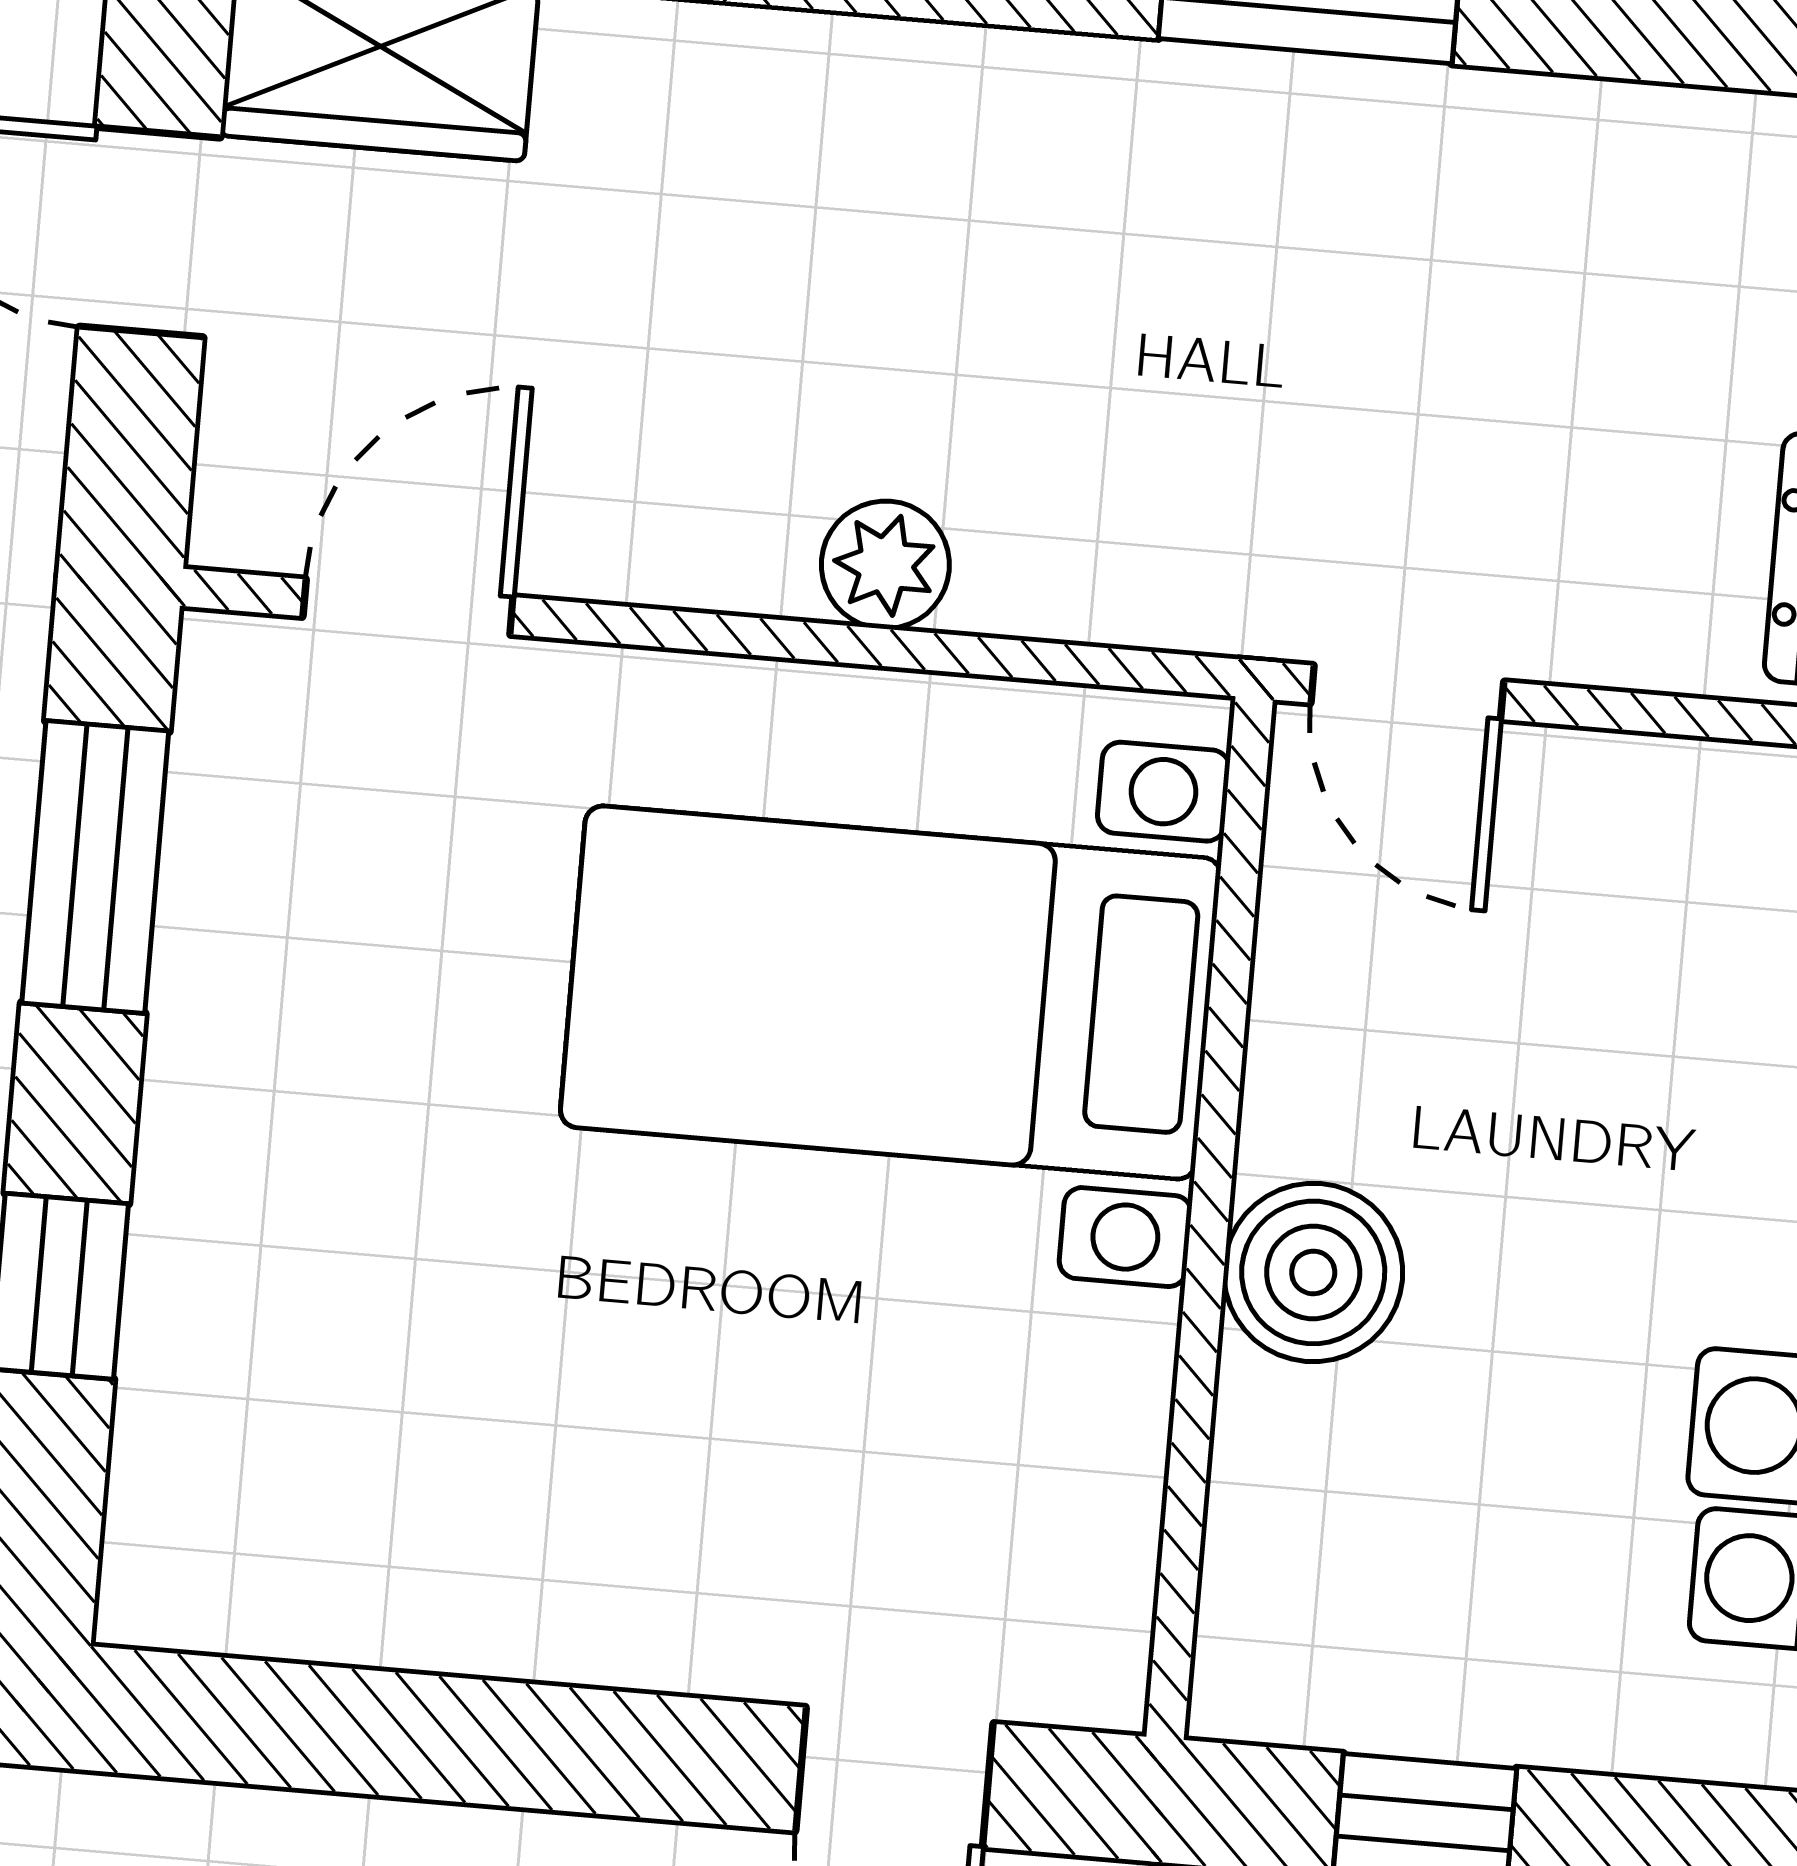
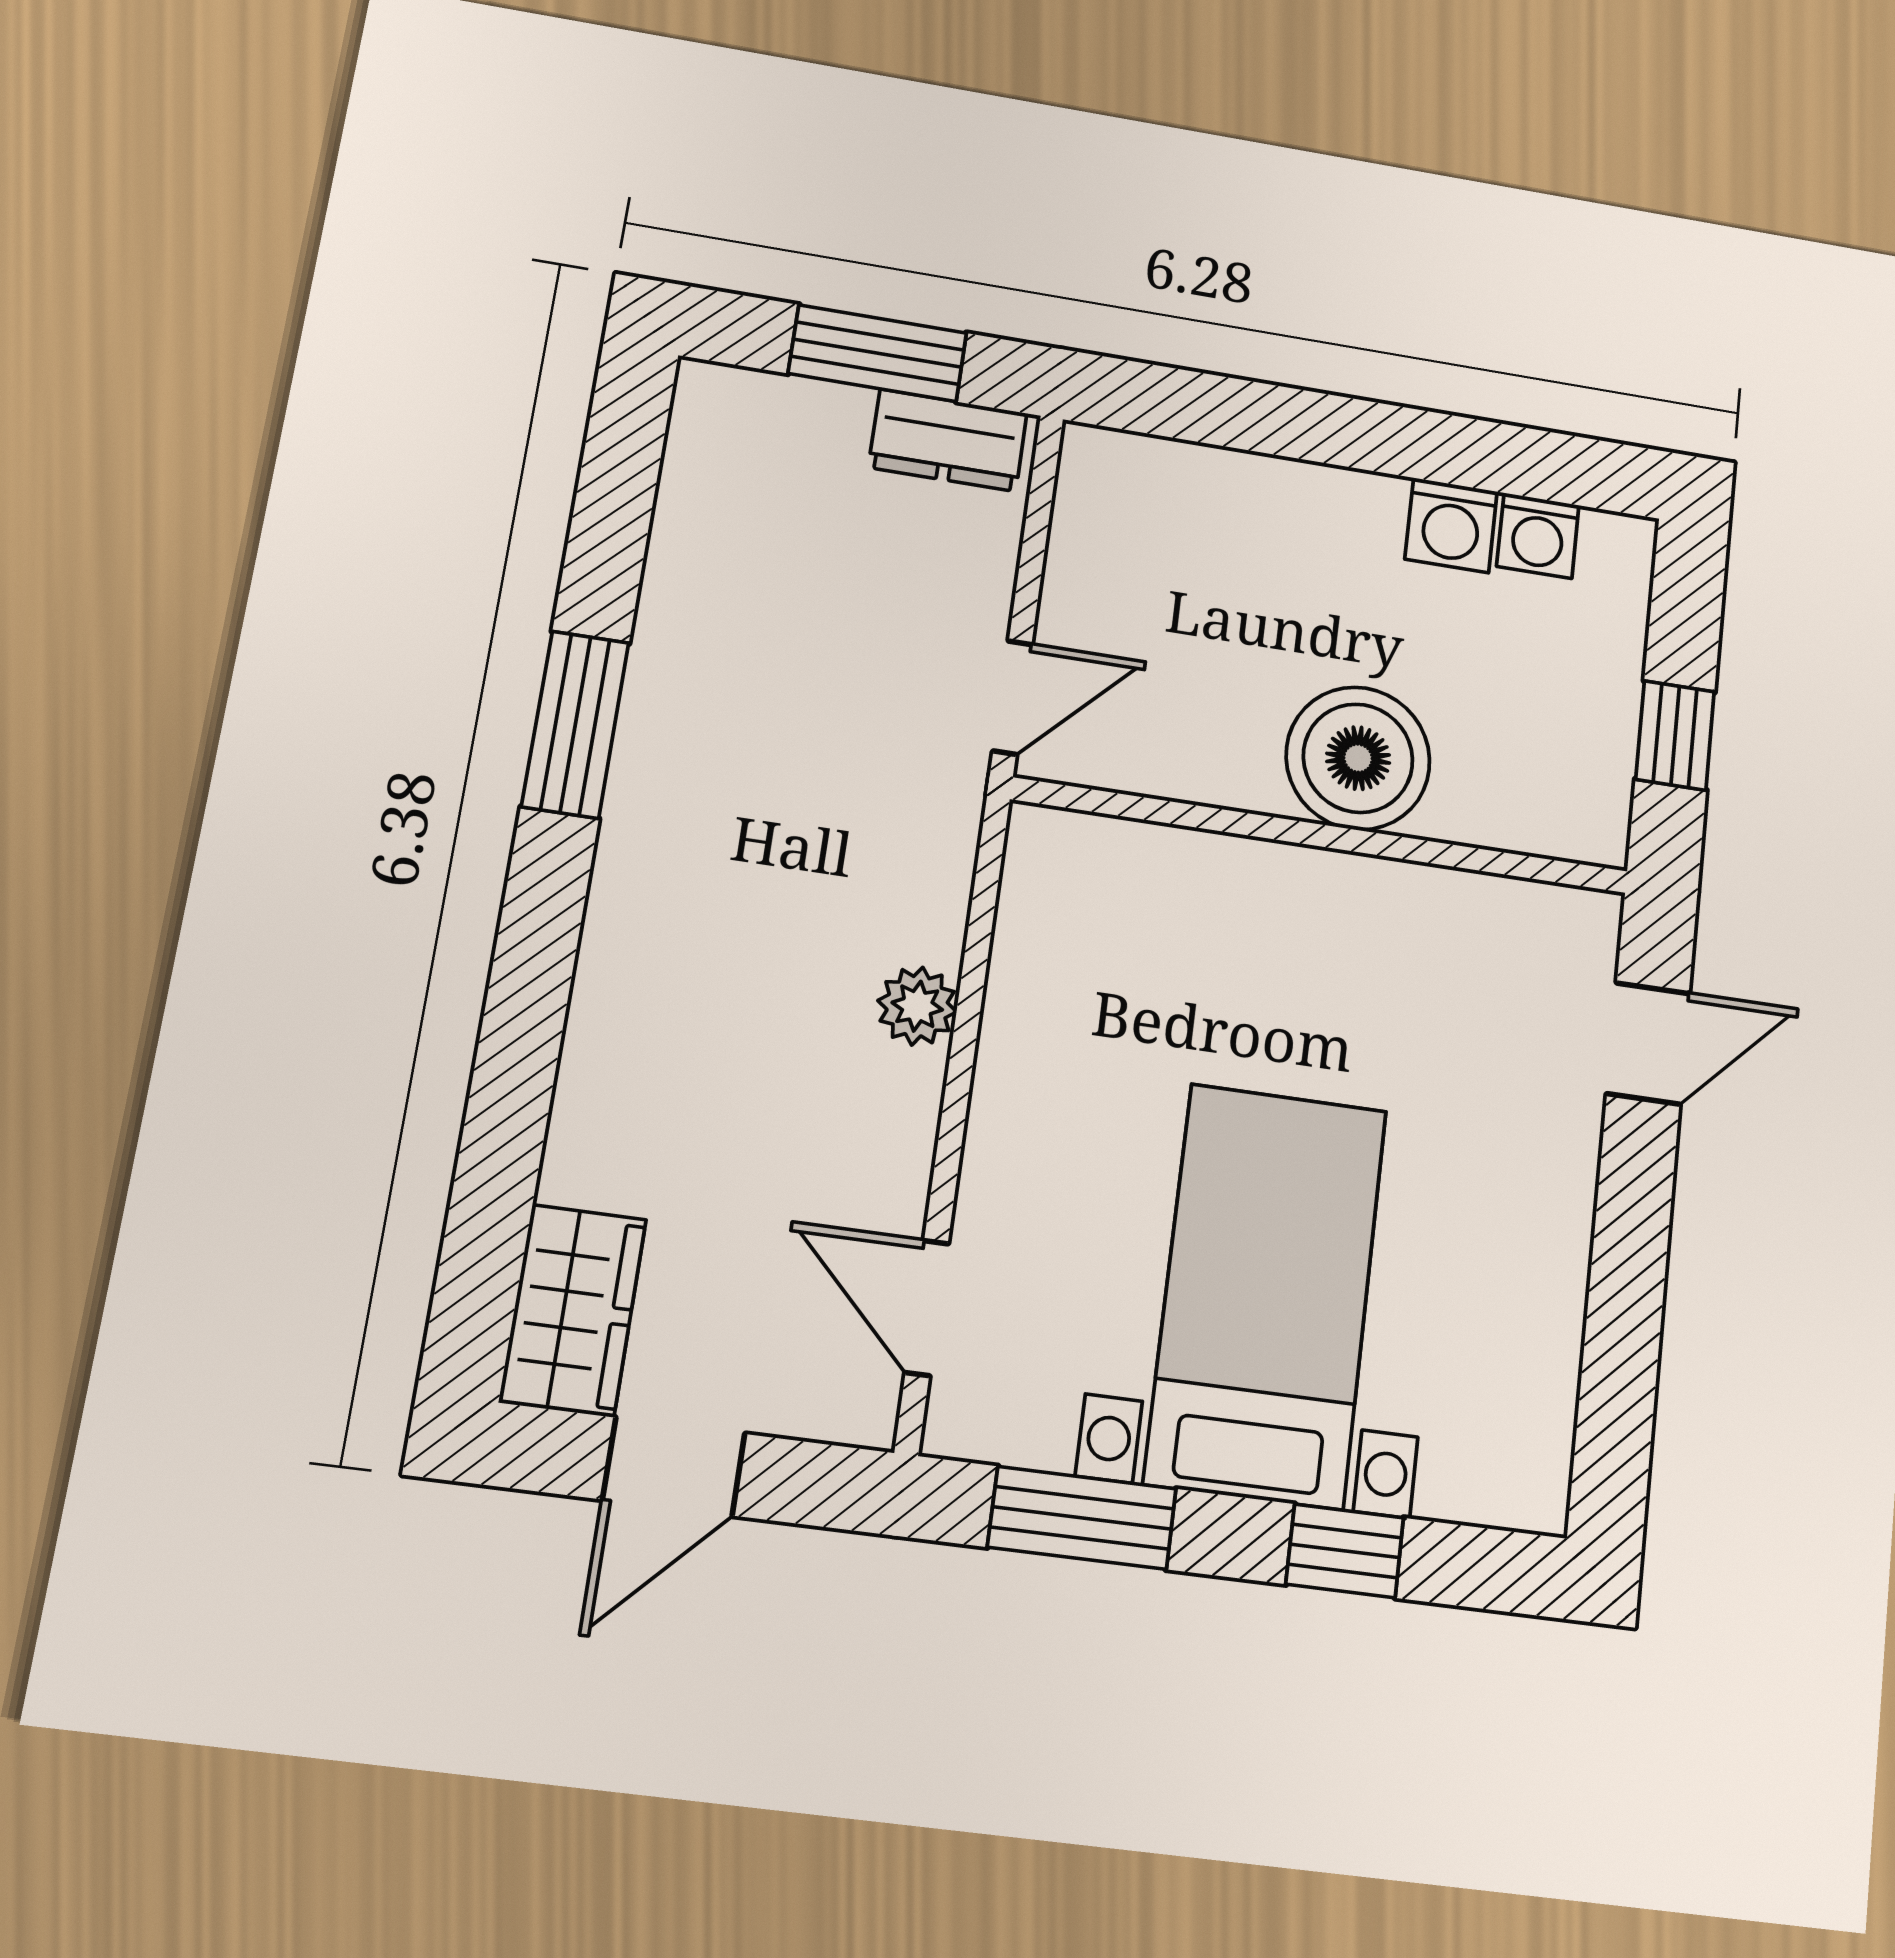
bed with nightstands: (890, 993) -> (1267, 1295), moved, turned 180
boiler: (1313, 1272) -> (1358, 758), width x1.37, depth x1.37

